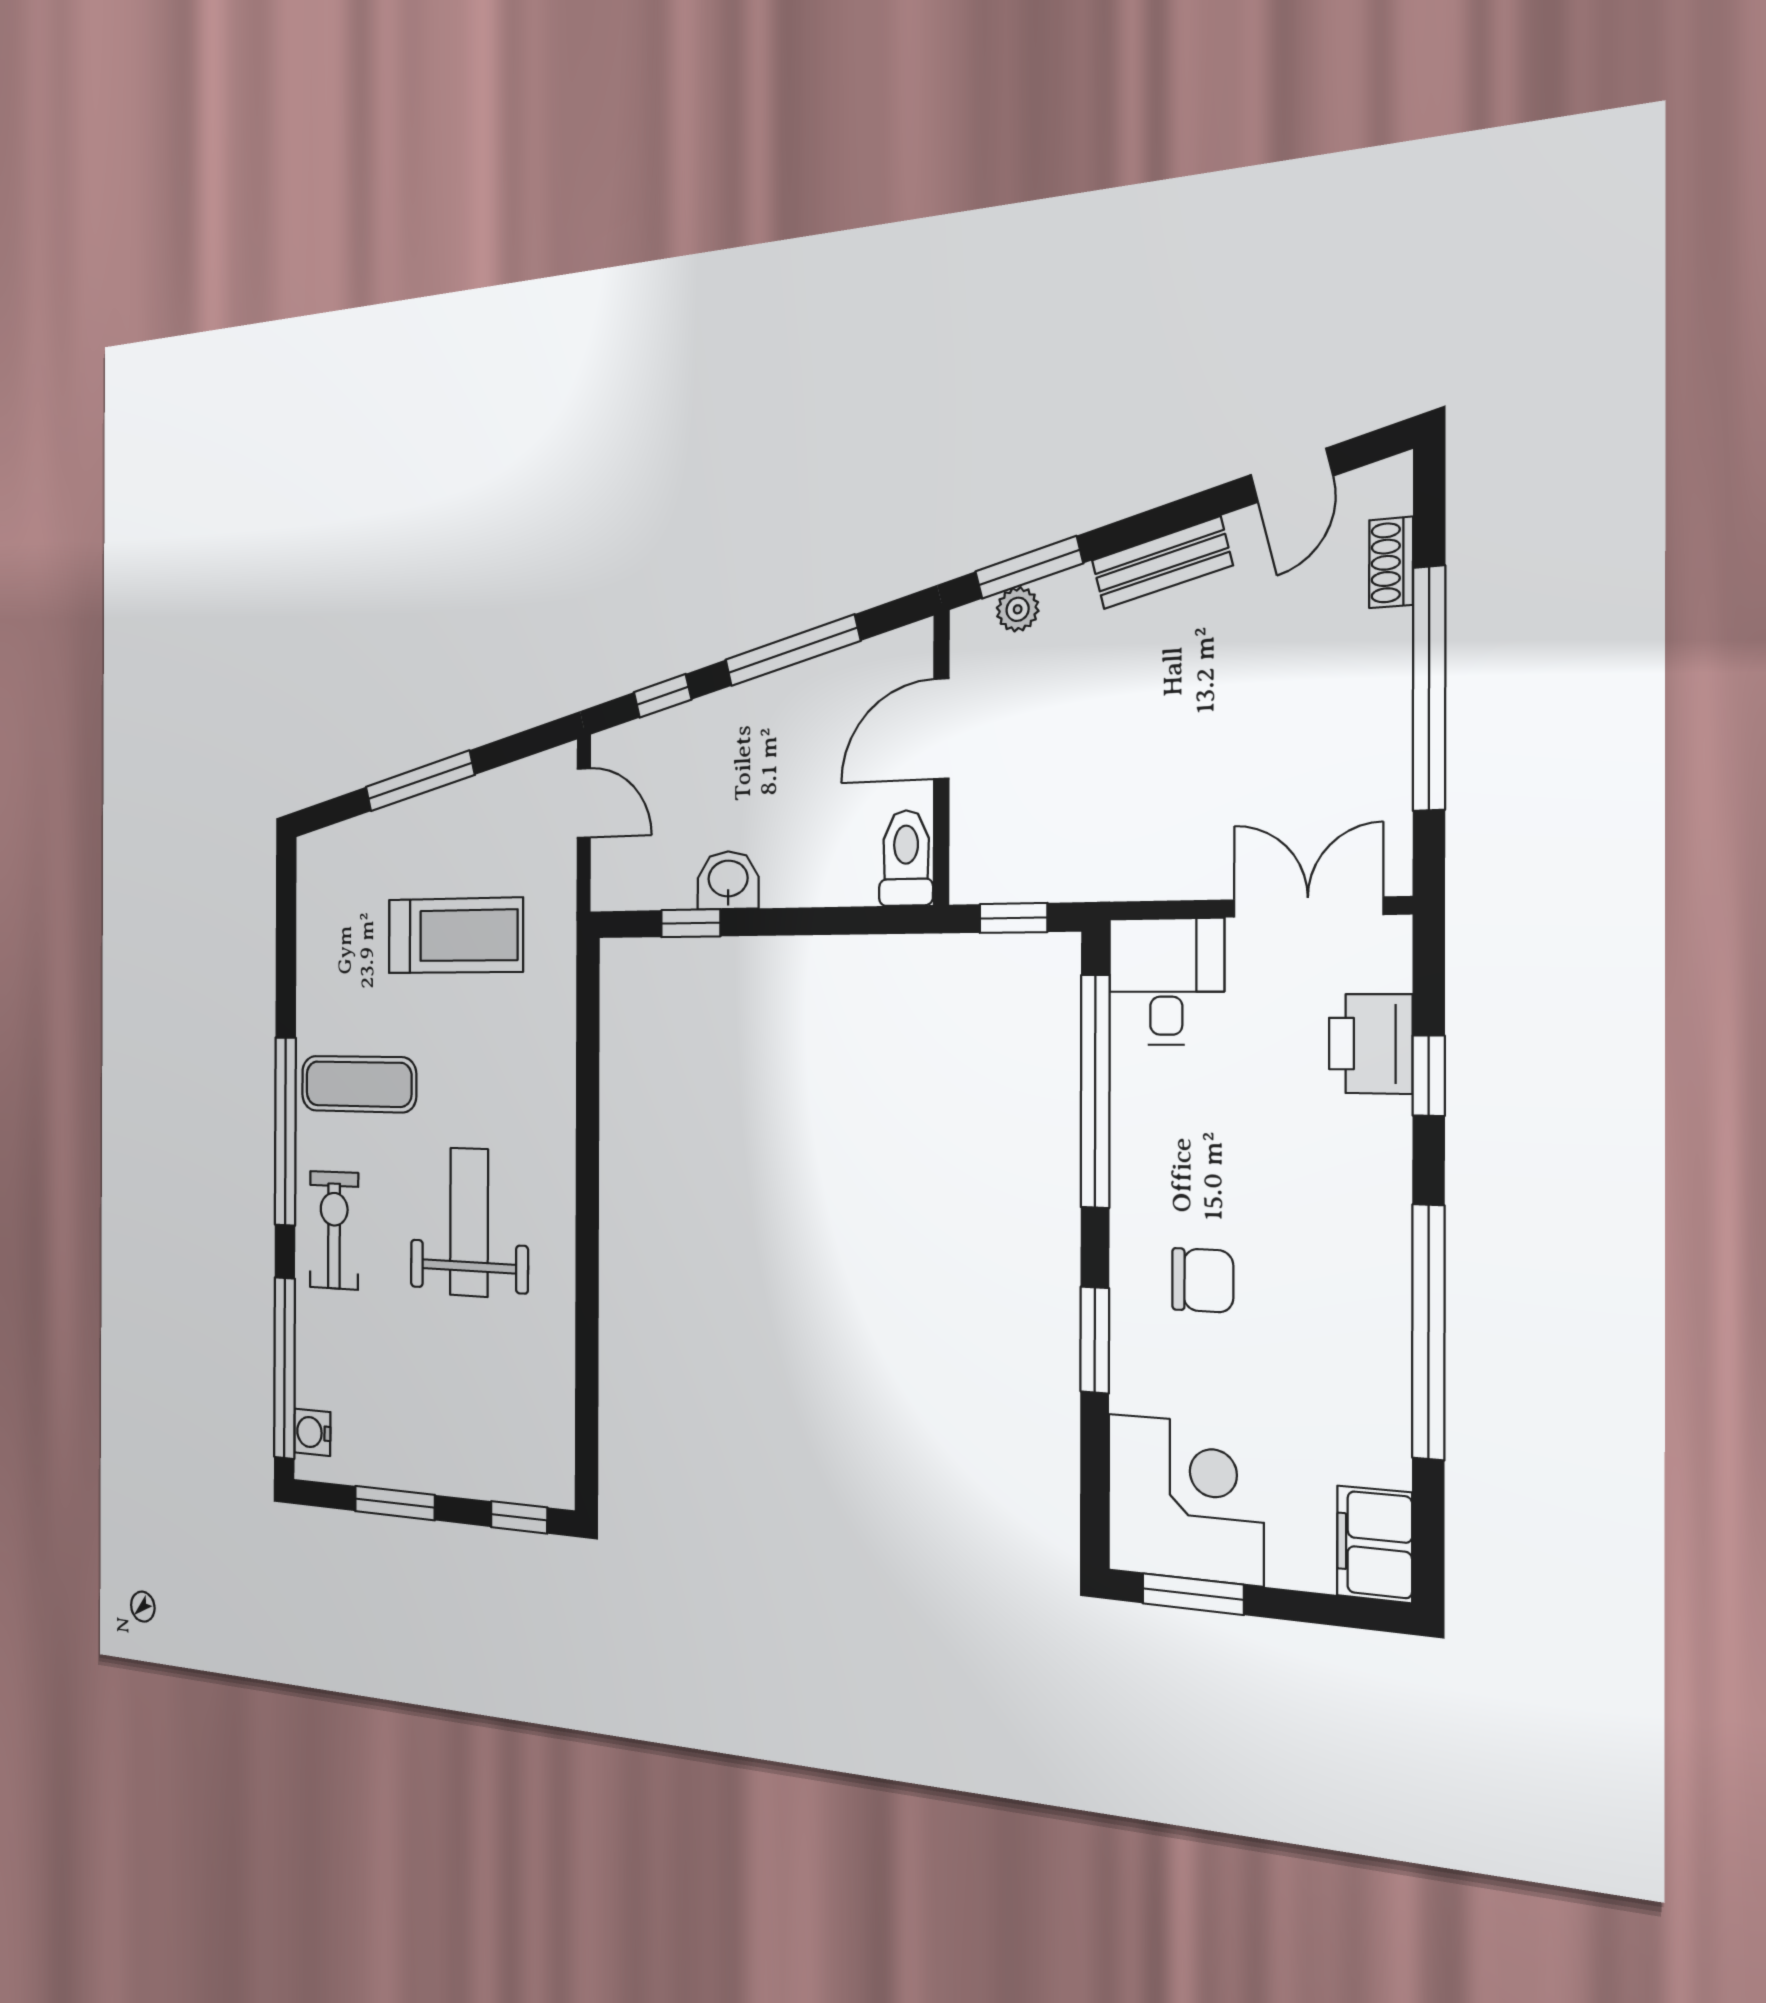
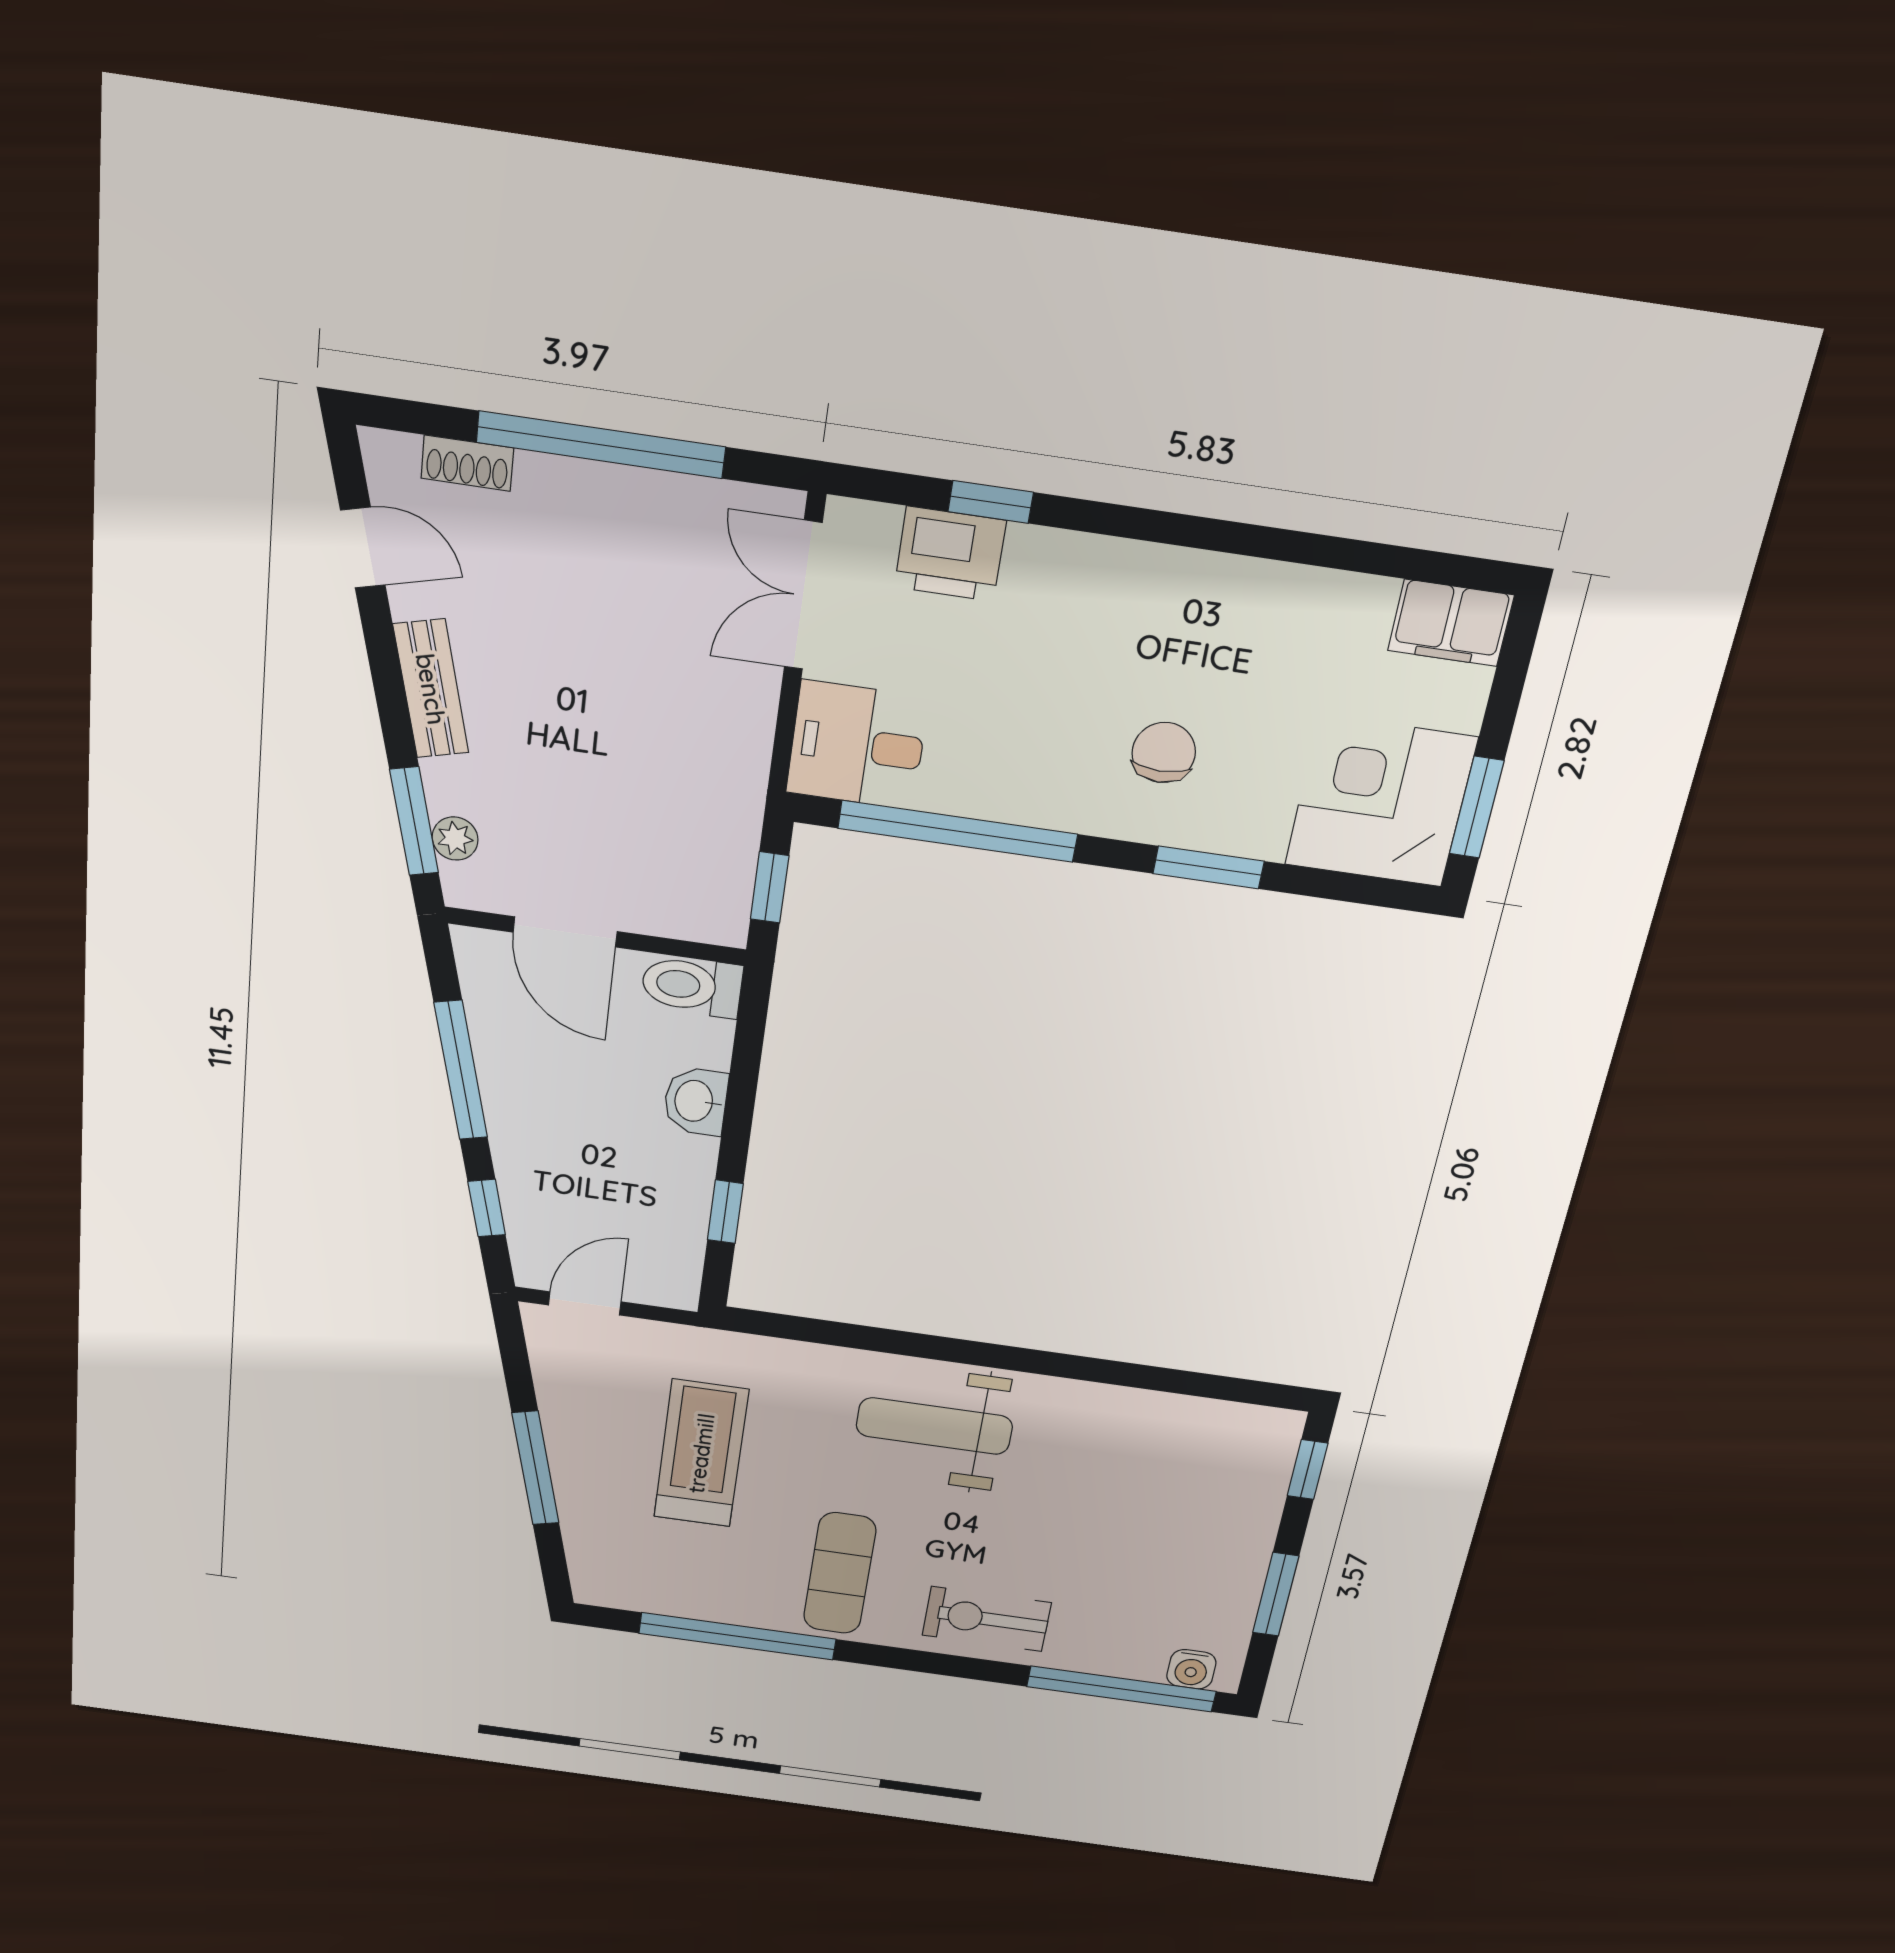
washbasin: (728, 880) -> (695, 1101), moved
window: (285, 1131) -> (737, 1636), moved
weight bench: (469, 1222) -> (934, 1426), moved
window: (1428, 1332) -> (1247, 540), removed

